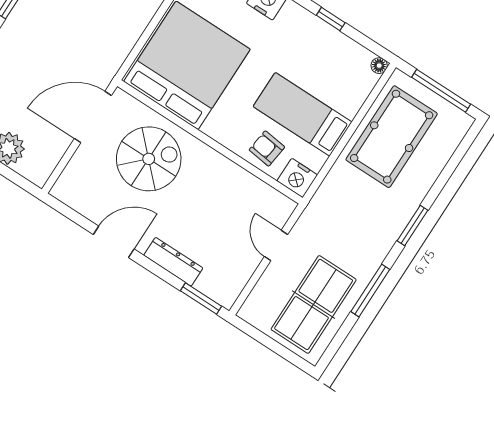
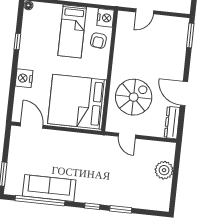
door: (93, 117) -> (127, 136), width x0.53
spiral stairs: (149, 159) -> (134, 97), turned 90
dresser: (173, 262) -> (172, 123), moved

